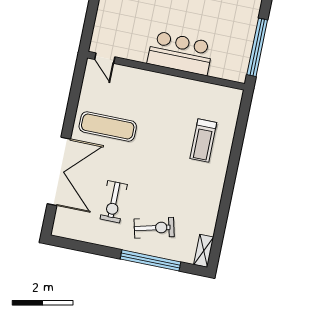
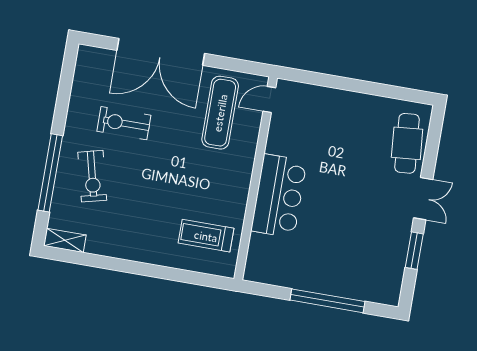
bar counter: (180, 53) -> (279, 196), moved
door: (105, 58) -> (269, 100), moved
wall: (166, 71) -> (256, 178), moved

